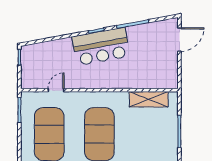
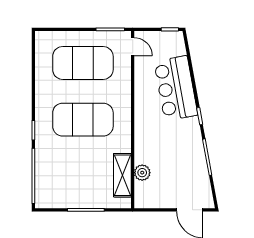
bar counter: (101, 46) -> (176, 88), moved
plant: (146, 82) -> (142, 173), added
door: (56, 90) -> (133, 47), moved

